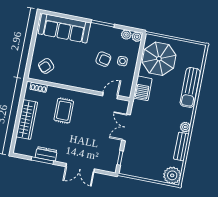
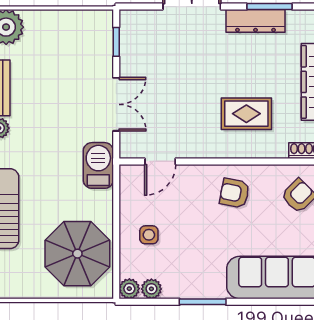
armchair: (103, 59) -> (234, 193), moved
barbecue: (143, 88) -> (98, 165), moved
rug: (64, 111) -> (246, 114), turned 90
dresser: (46, 154) -> (255, 21), width x1.44

